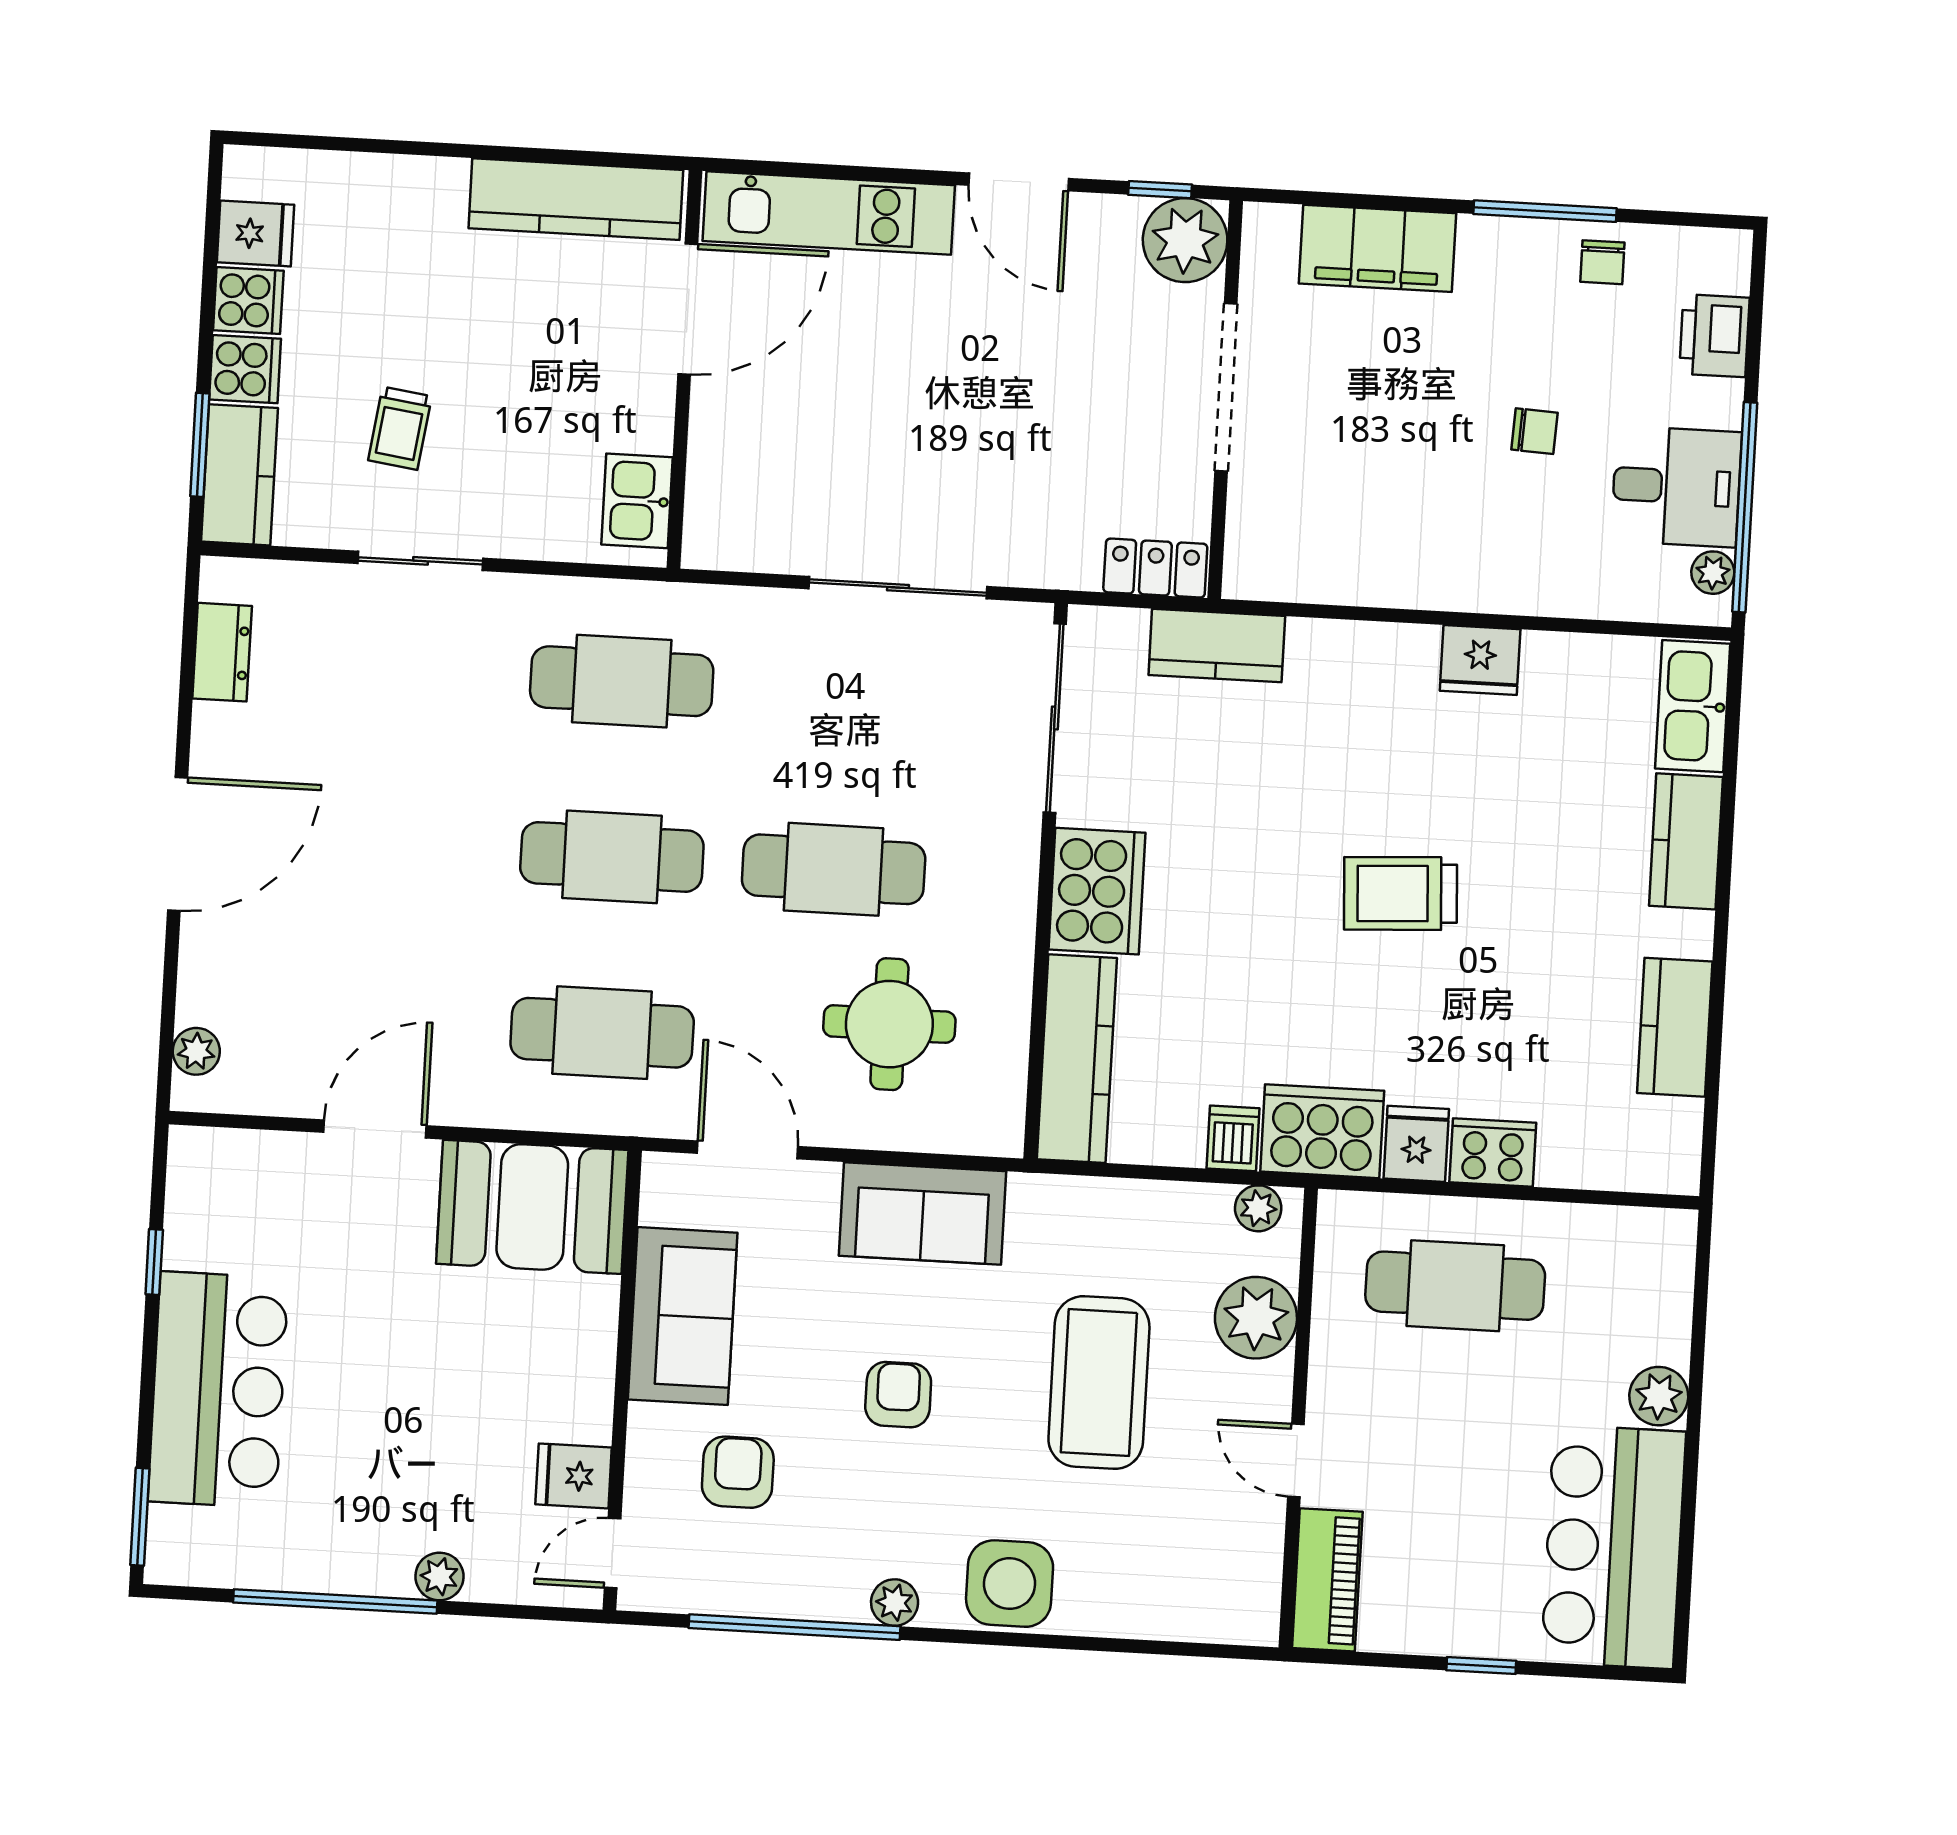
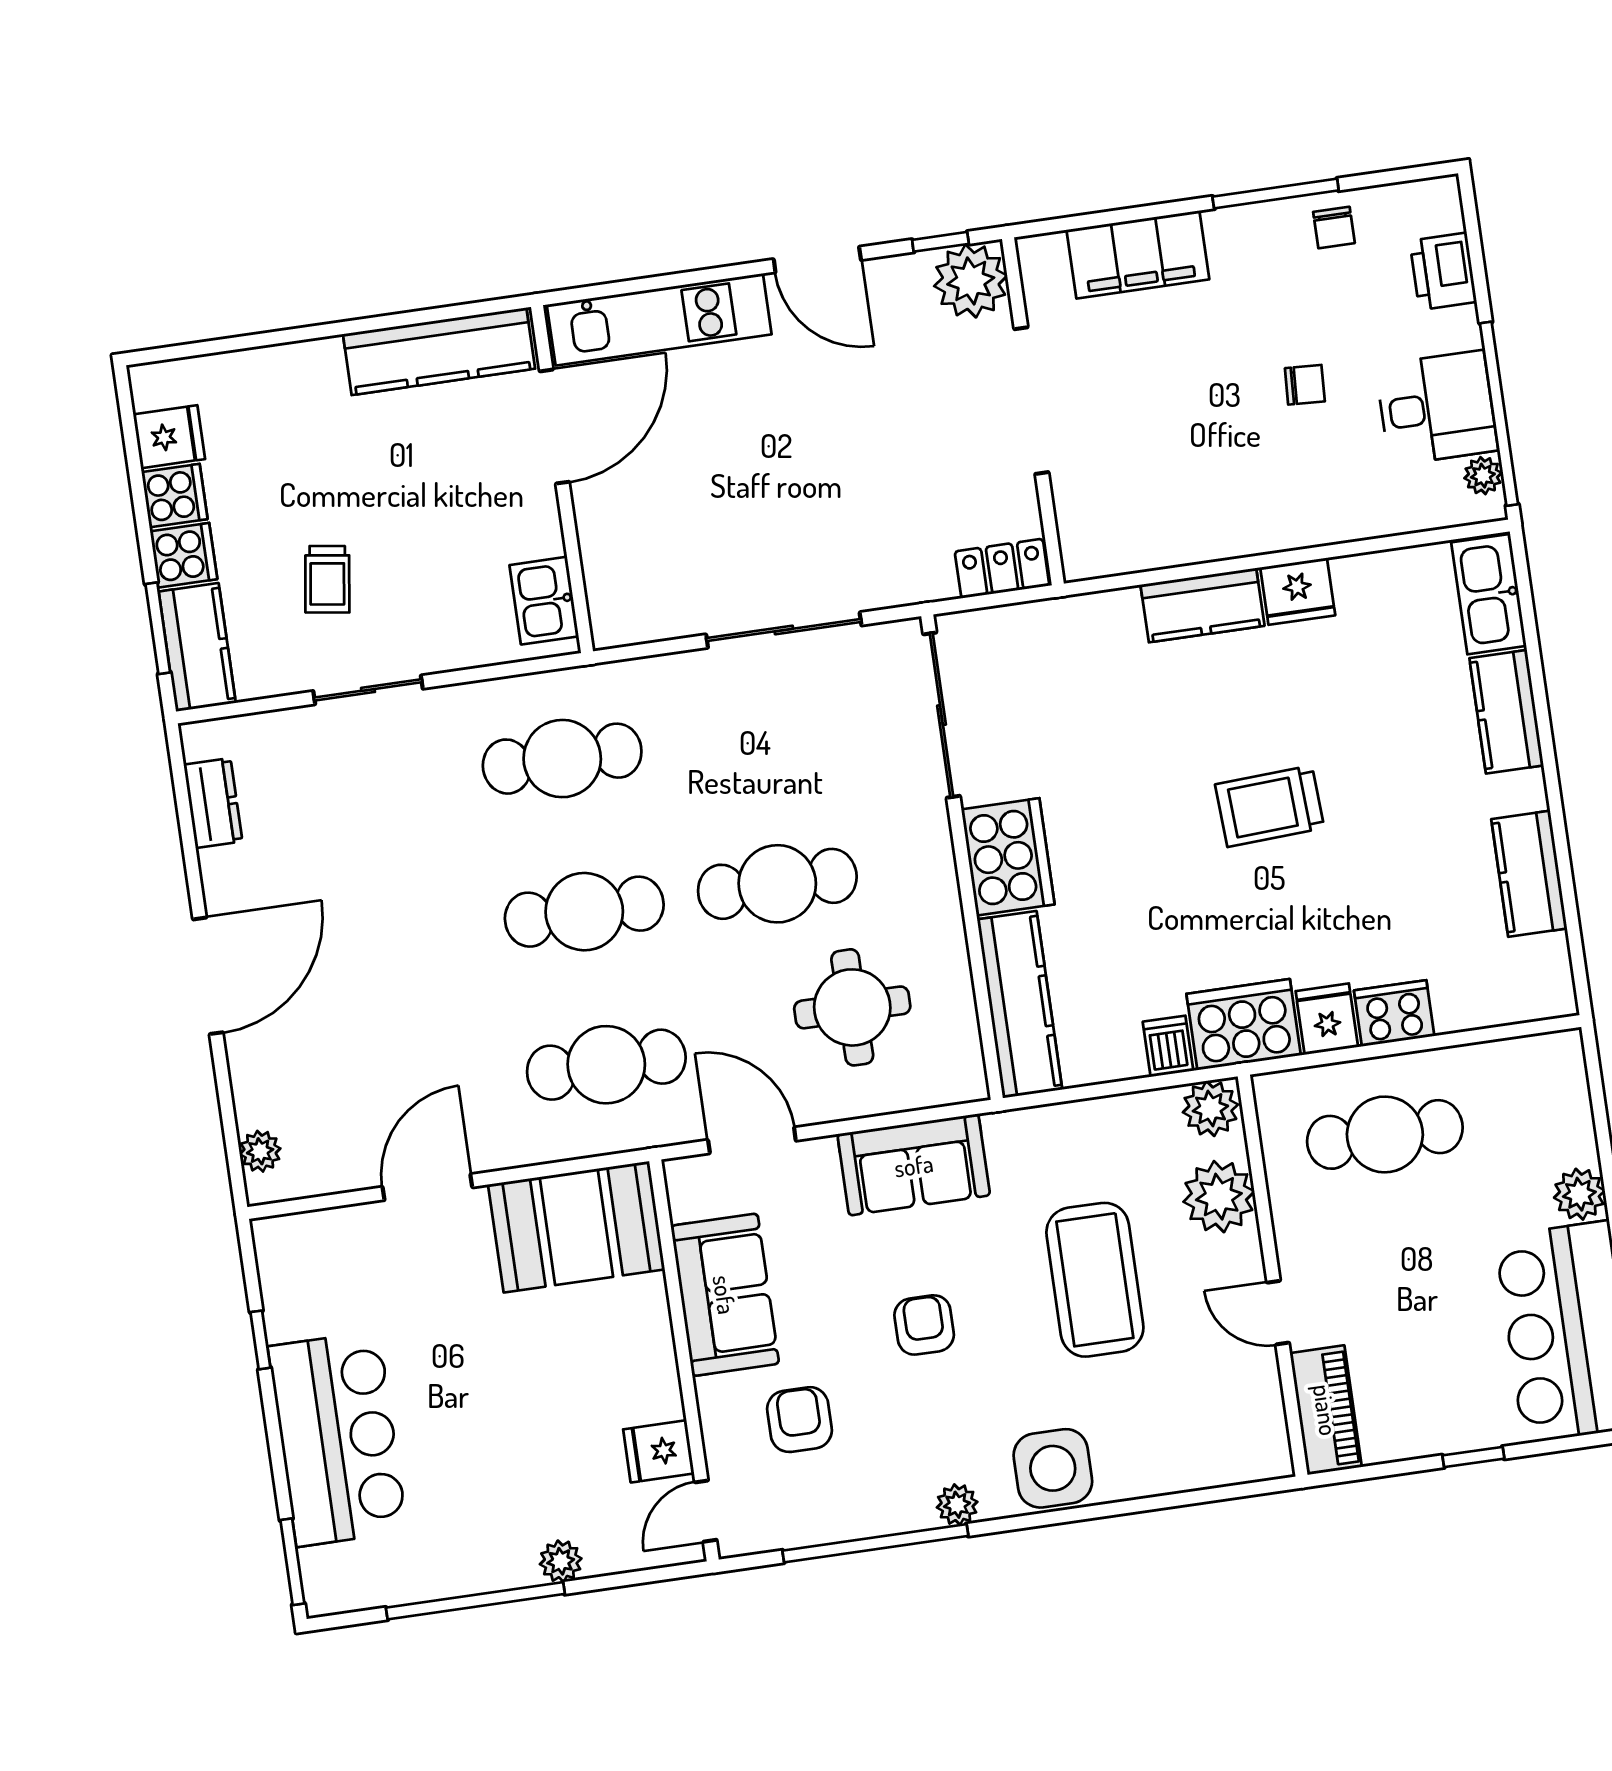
kitchen counter: (1217, 645) -> (1202, 605), moved
plant: (1258, 1208) -> (1210, 1108), width x1.38, depth x1.38

